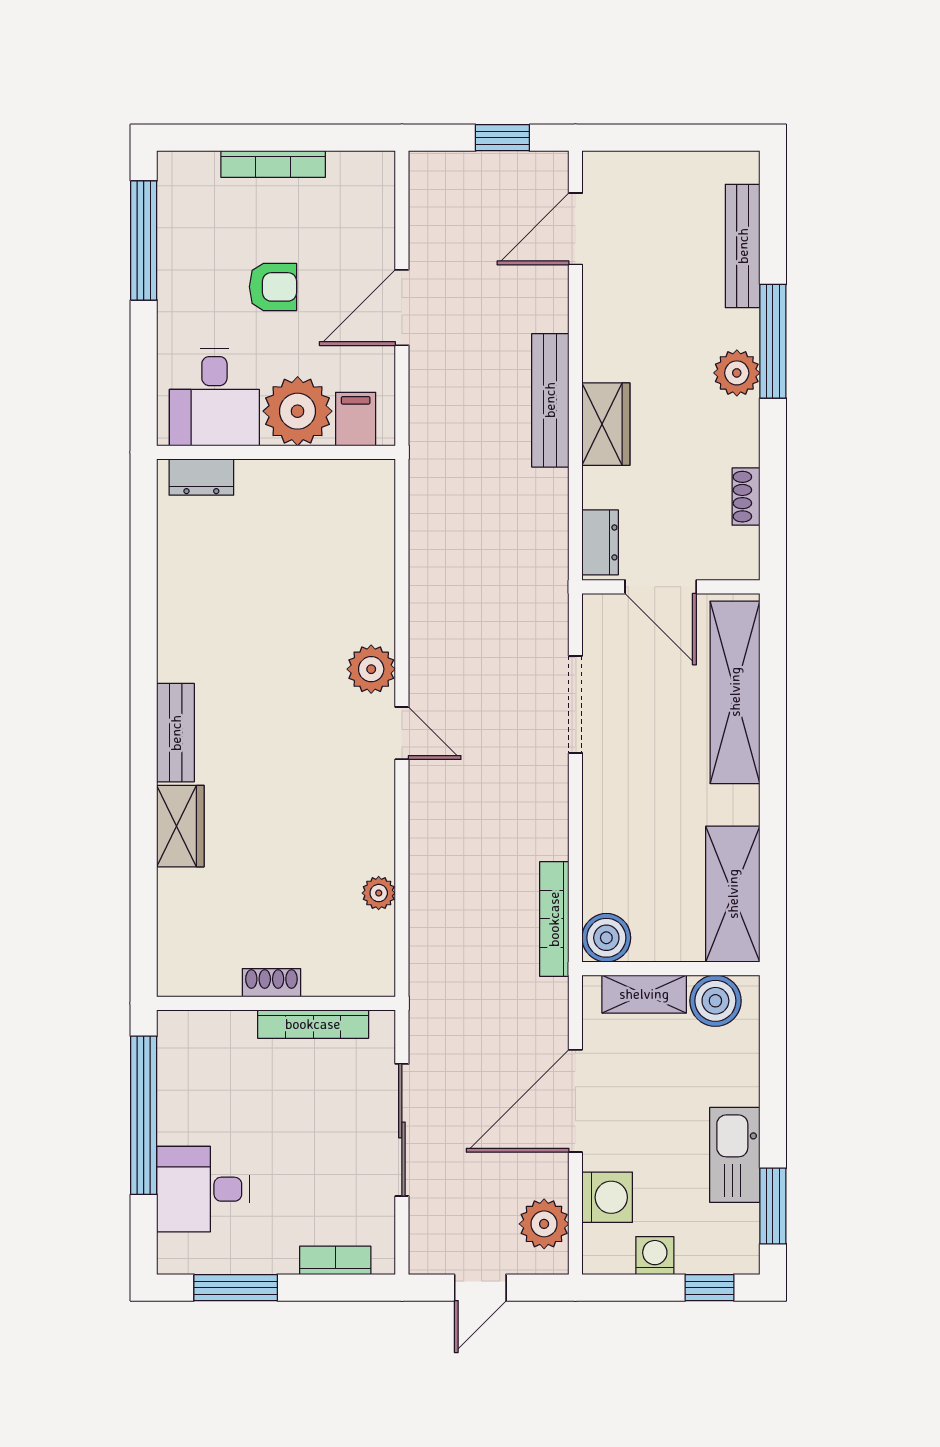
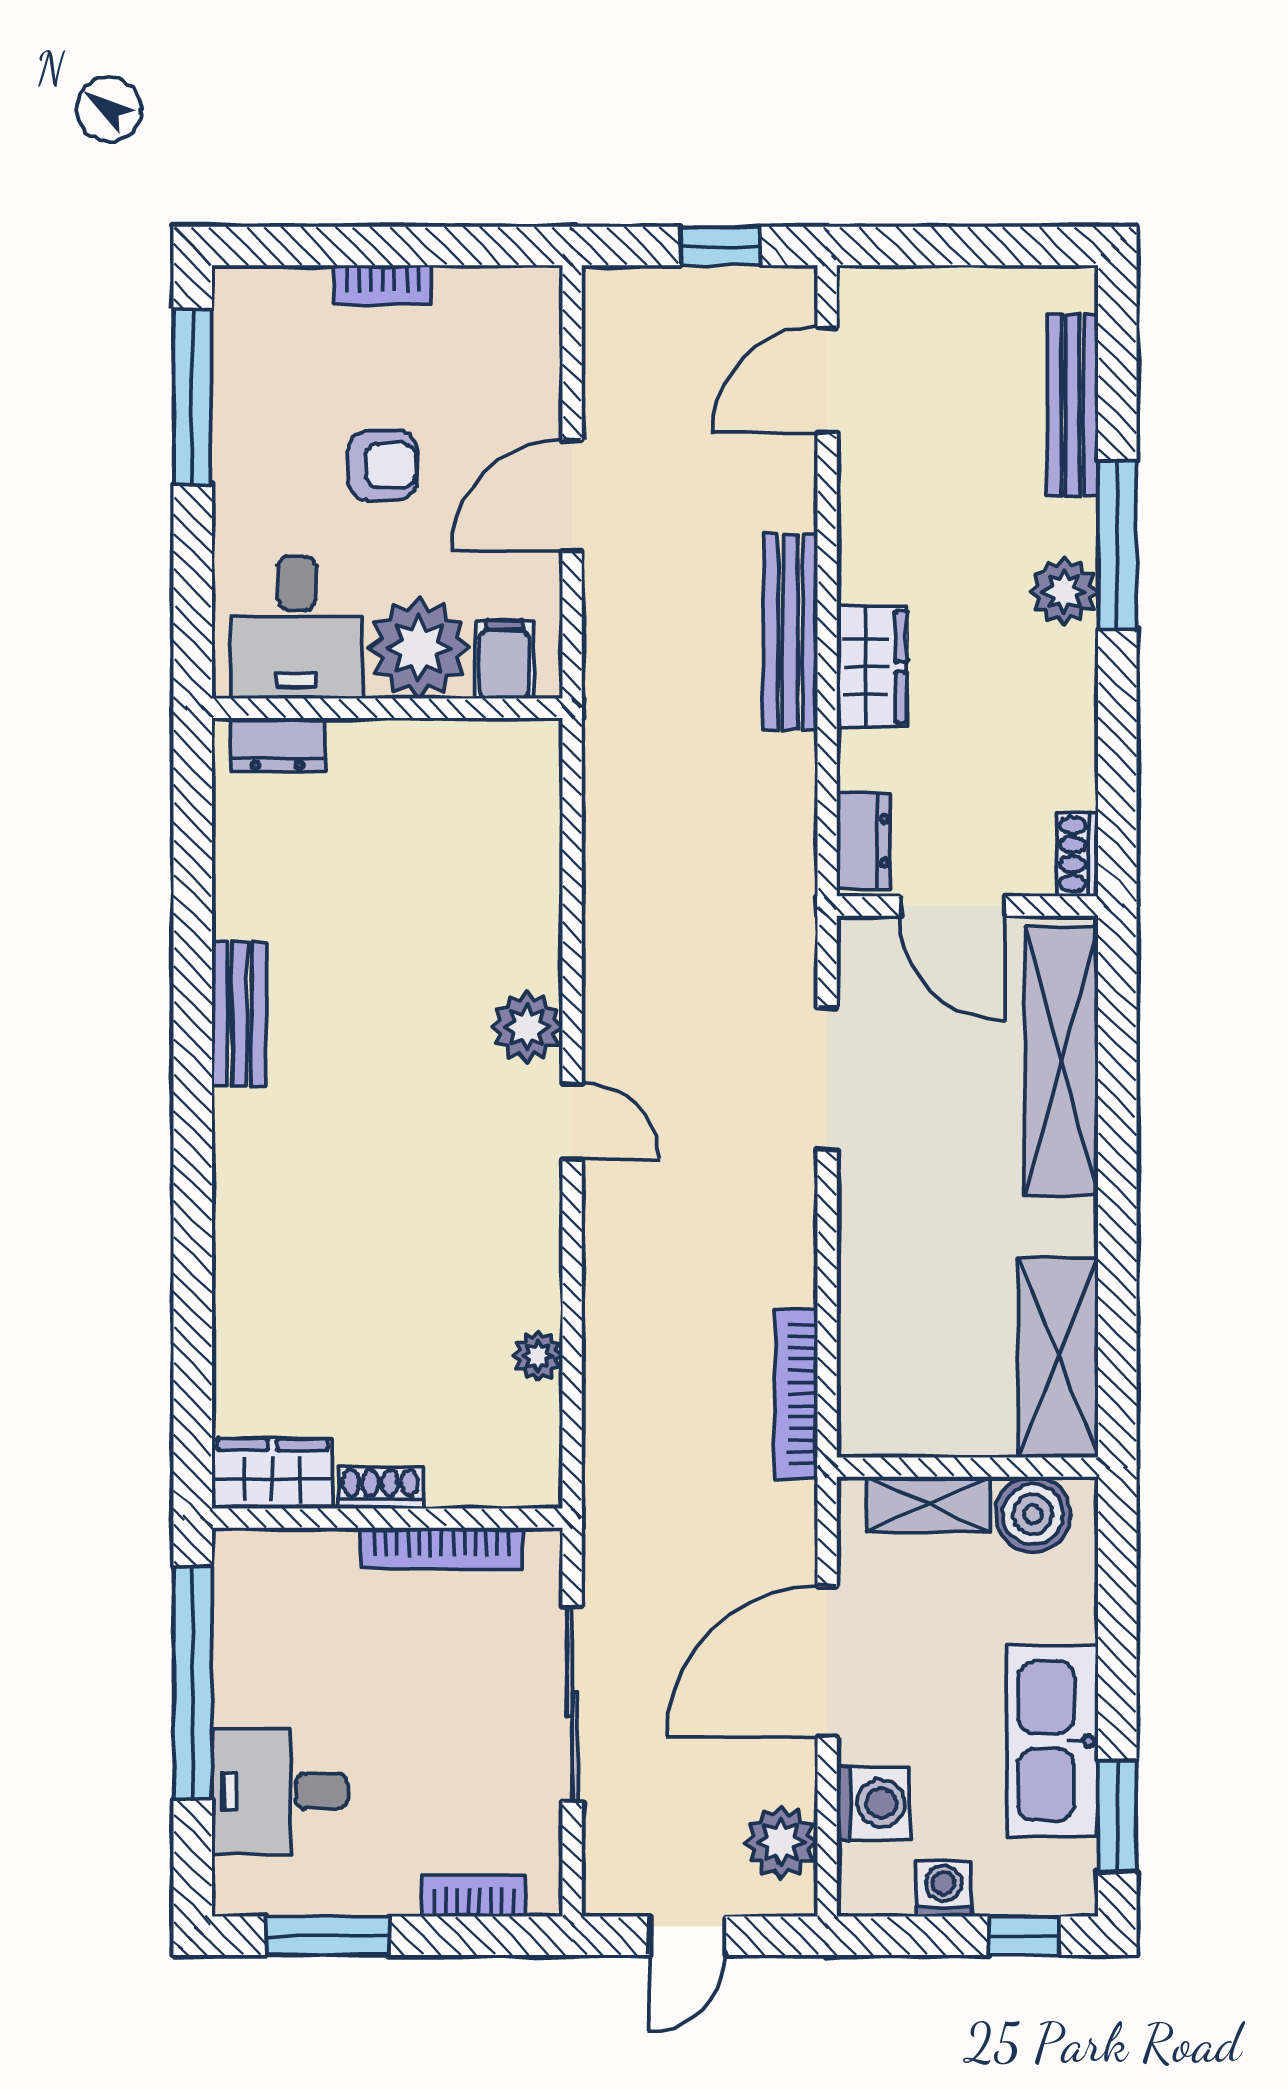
bookcase: (273, 164) -> (383, 285), width x0.64
shoe rack: (746, 497) -> (1078, 854), moved
bench: (176, 733) -> (239, 1014), moved
wardrobe: (180, 826) -> (272, 1474), moved, turned -90
boiler: (606, 938) -> (873, 1422), removed
kitchen sink: (735, 1155) -> (1052, 1741), width x1.36, depth x1.24

